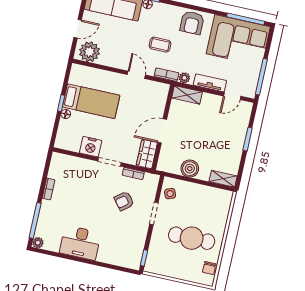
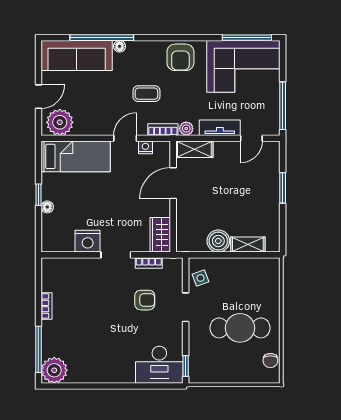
door: (136, 75) -> (125, 138), hinge flipped
nightstand: (150, 85) -> (145, 147), added
bed: (91, 101) -> (76, 156), moved
door: (162, 131) -> (173, 183), moved
shelving: (223, 179) -> (248, 245), moved
armchair: (124, 201) -> (145, 300), turned -141
plant: (38, 243) -> (54, 370), width x1.88, depth x1.88
desk: (80, 243) -> (159, 365), moved

